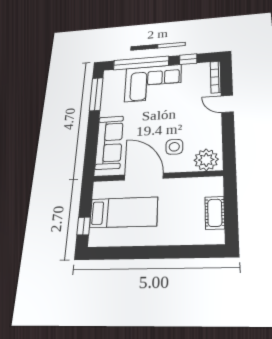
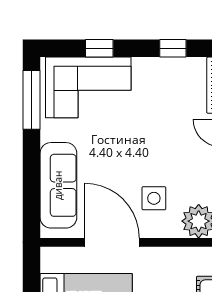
window: (141, 63) -> (99, 48), width x0.32
corner sofa: (153, 83) -> (88, 87), moved

